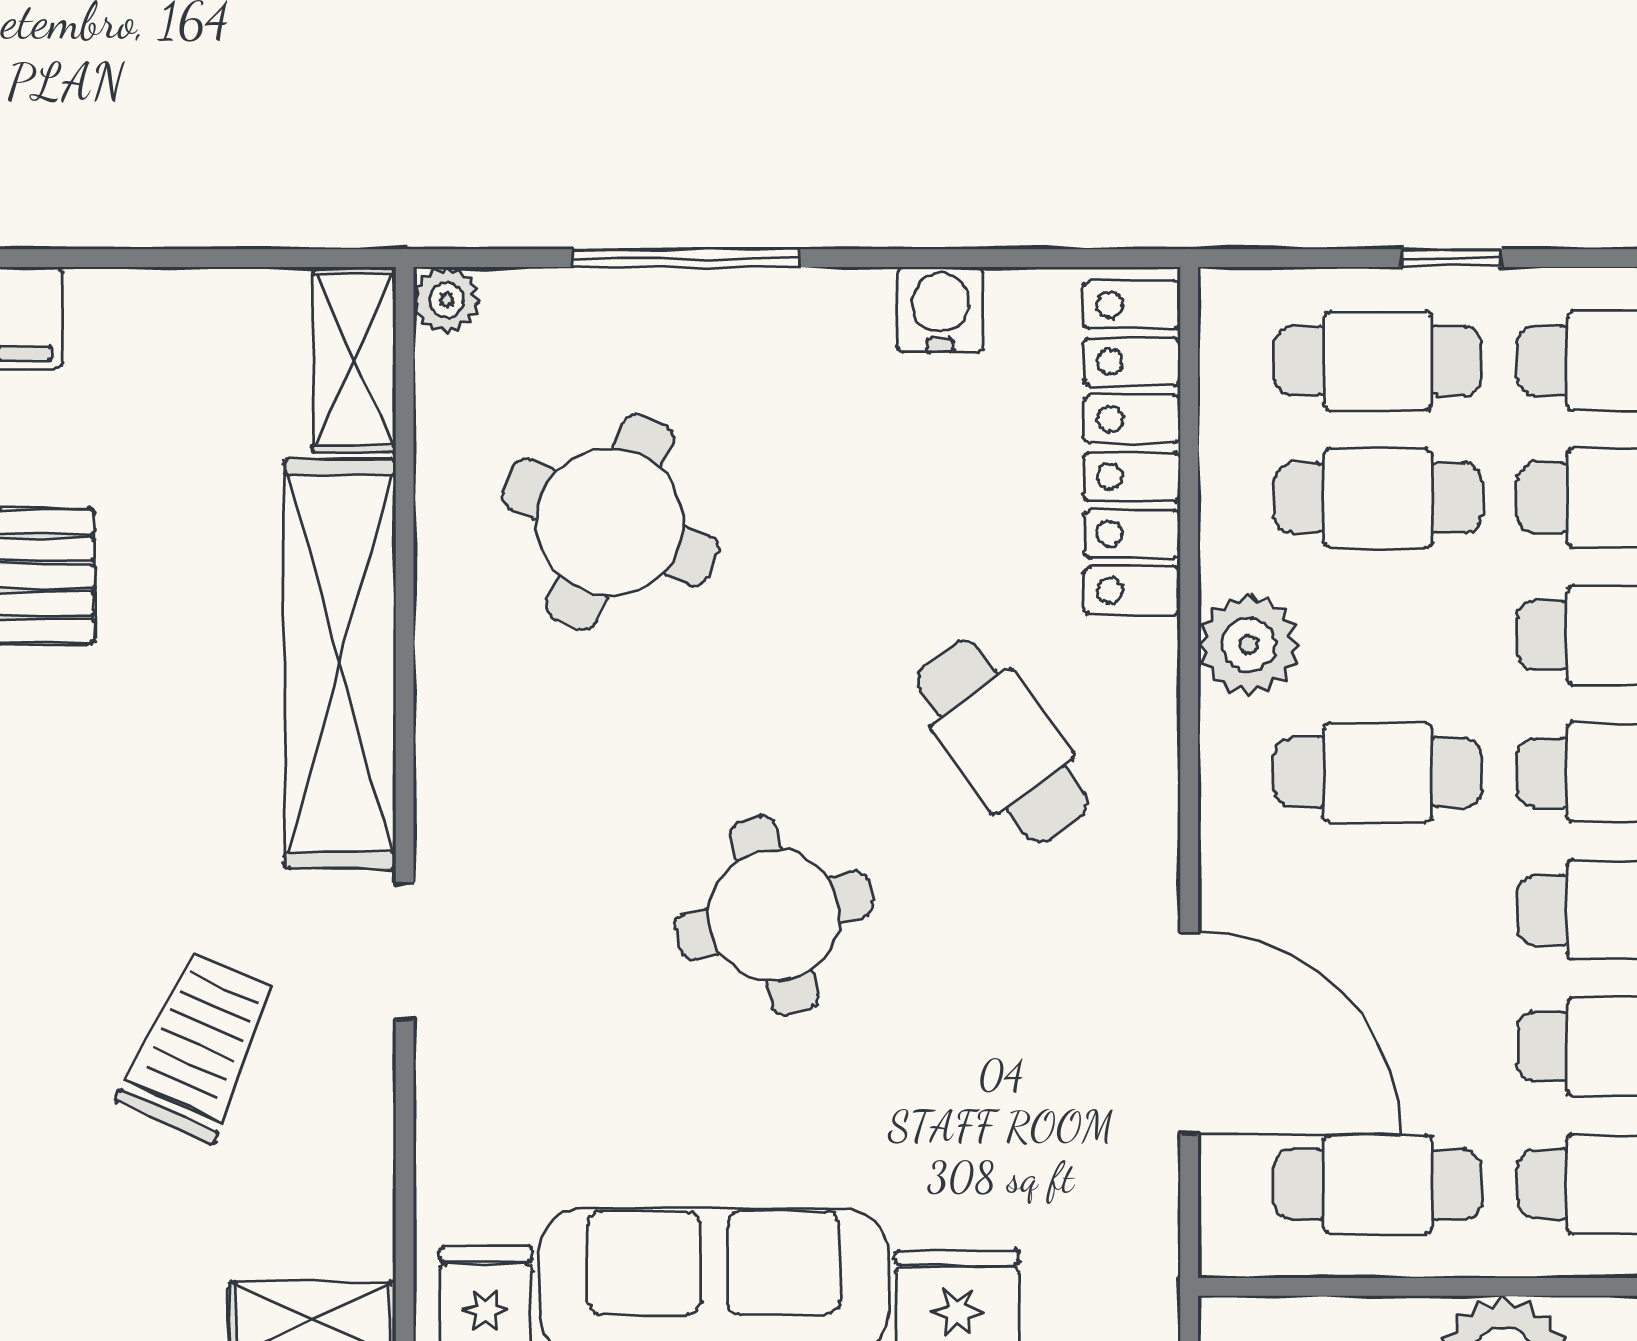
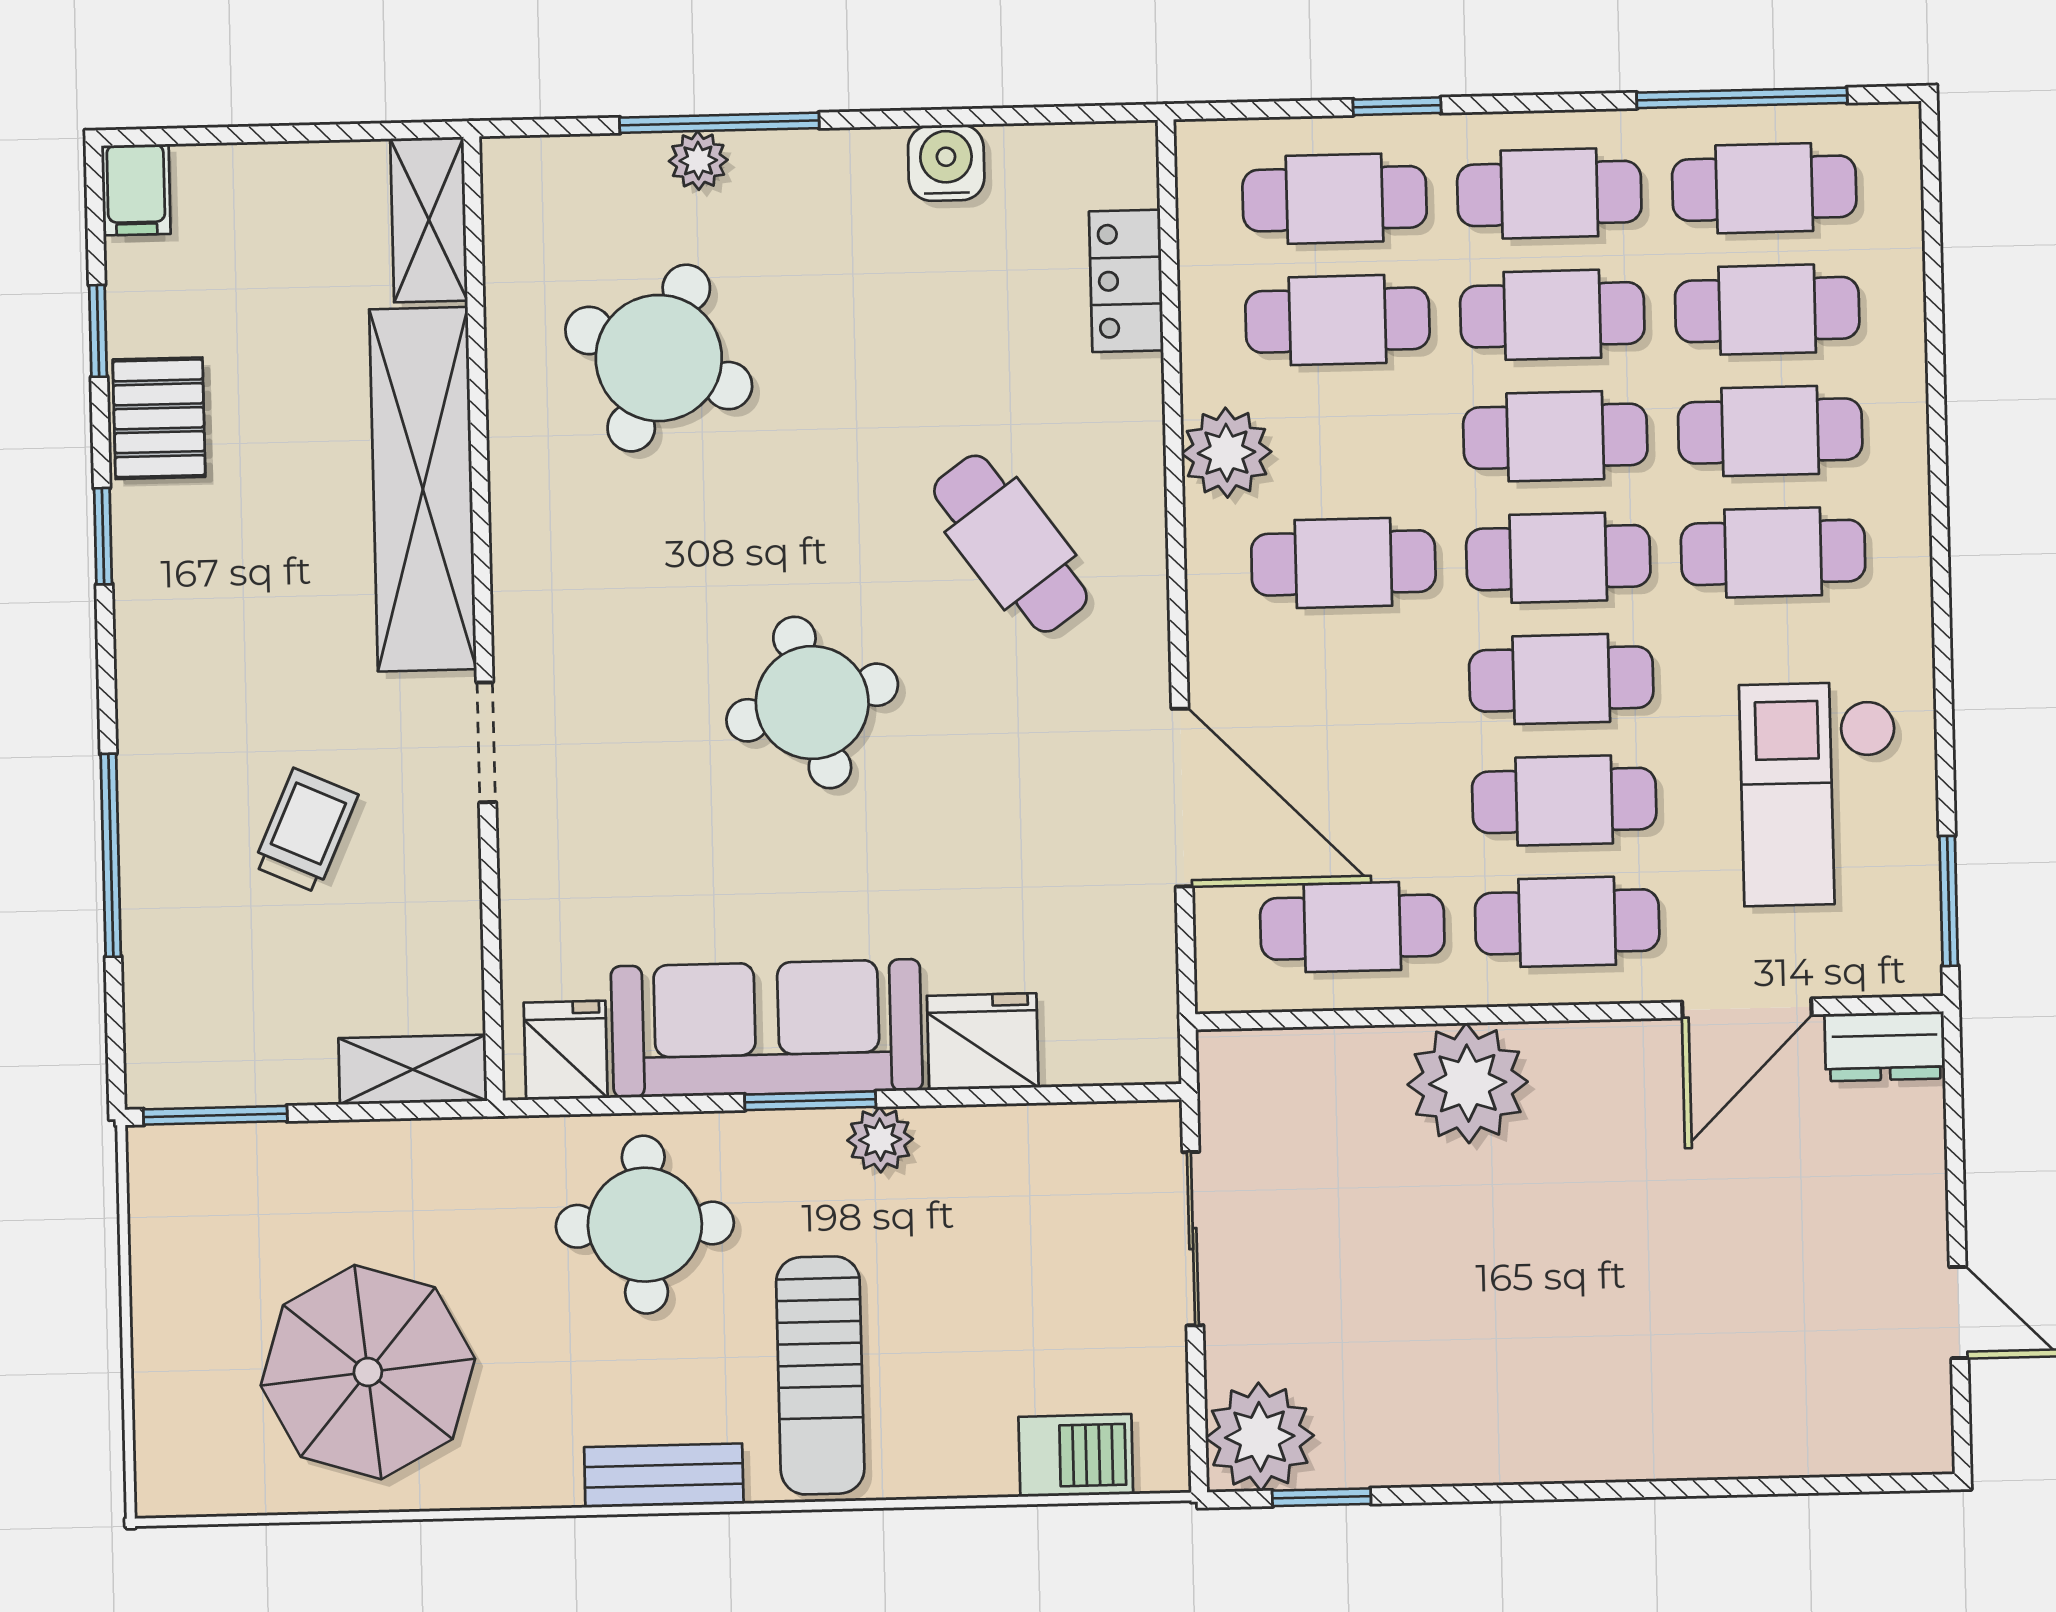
plant: (447, 300) -> (698, 161), moved
locker: (1132, 448) -> (1126, 281), width x0.46, depth x0.83
trolley: (198, 1046) -> (305, 830), width x0.73, depth x0.72

